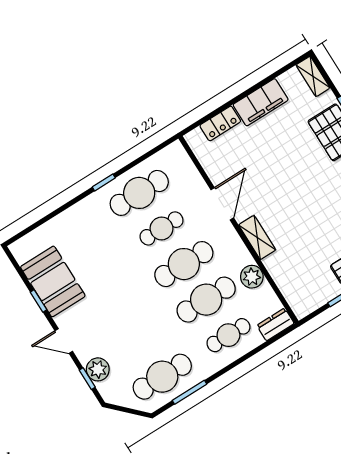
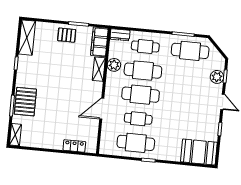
filing cabinet: (261, 102) -> (99, 42), moved, turned -90
shelving: (257, 237) -> (99, 69), moved
booth: (53, 281) -> (199, 152), moved, turned 90

